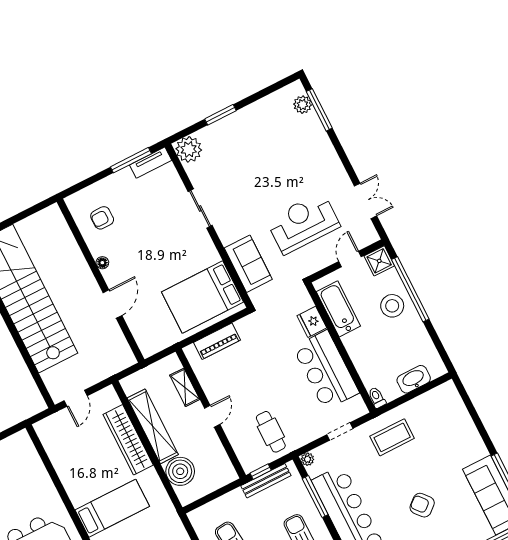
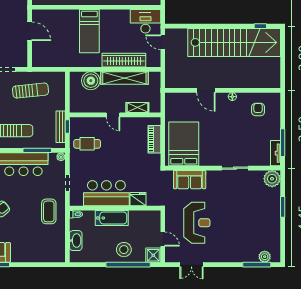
bathtub: (338, 309) -> (112, 218), moved
desk: (59, 437) -> (145, 21), added

